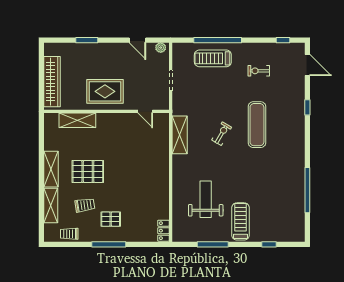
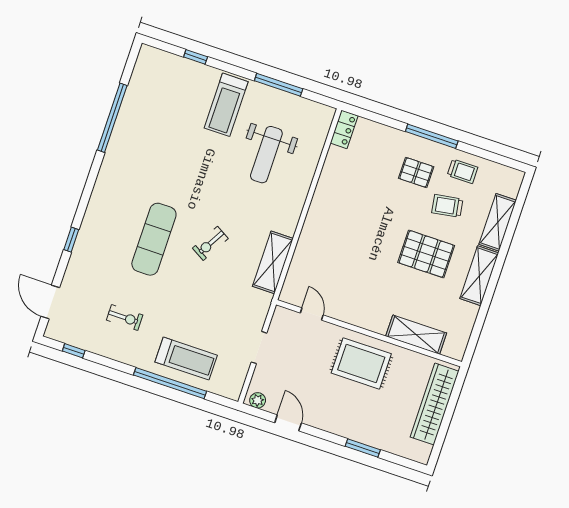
trolley: (69, 234) -> (463, 171), moved

